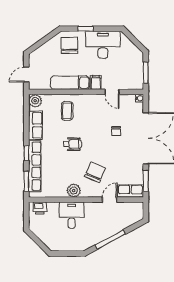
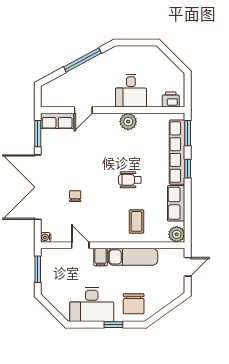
chair: (95, 172) -> (102, 144), removed

